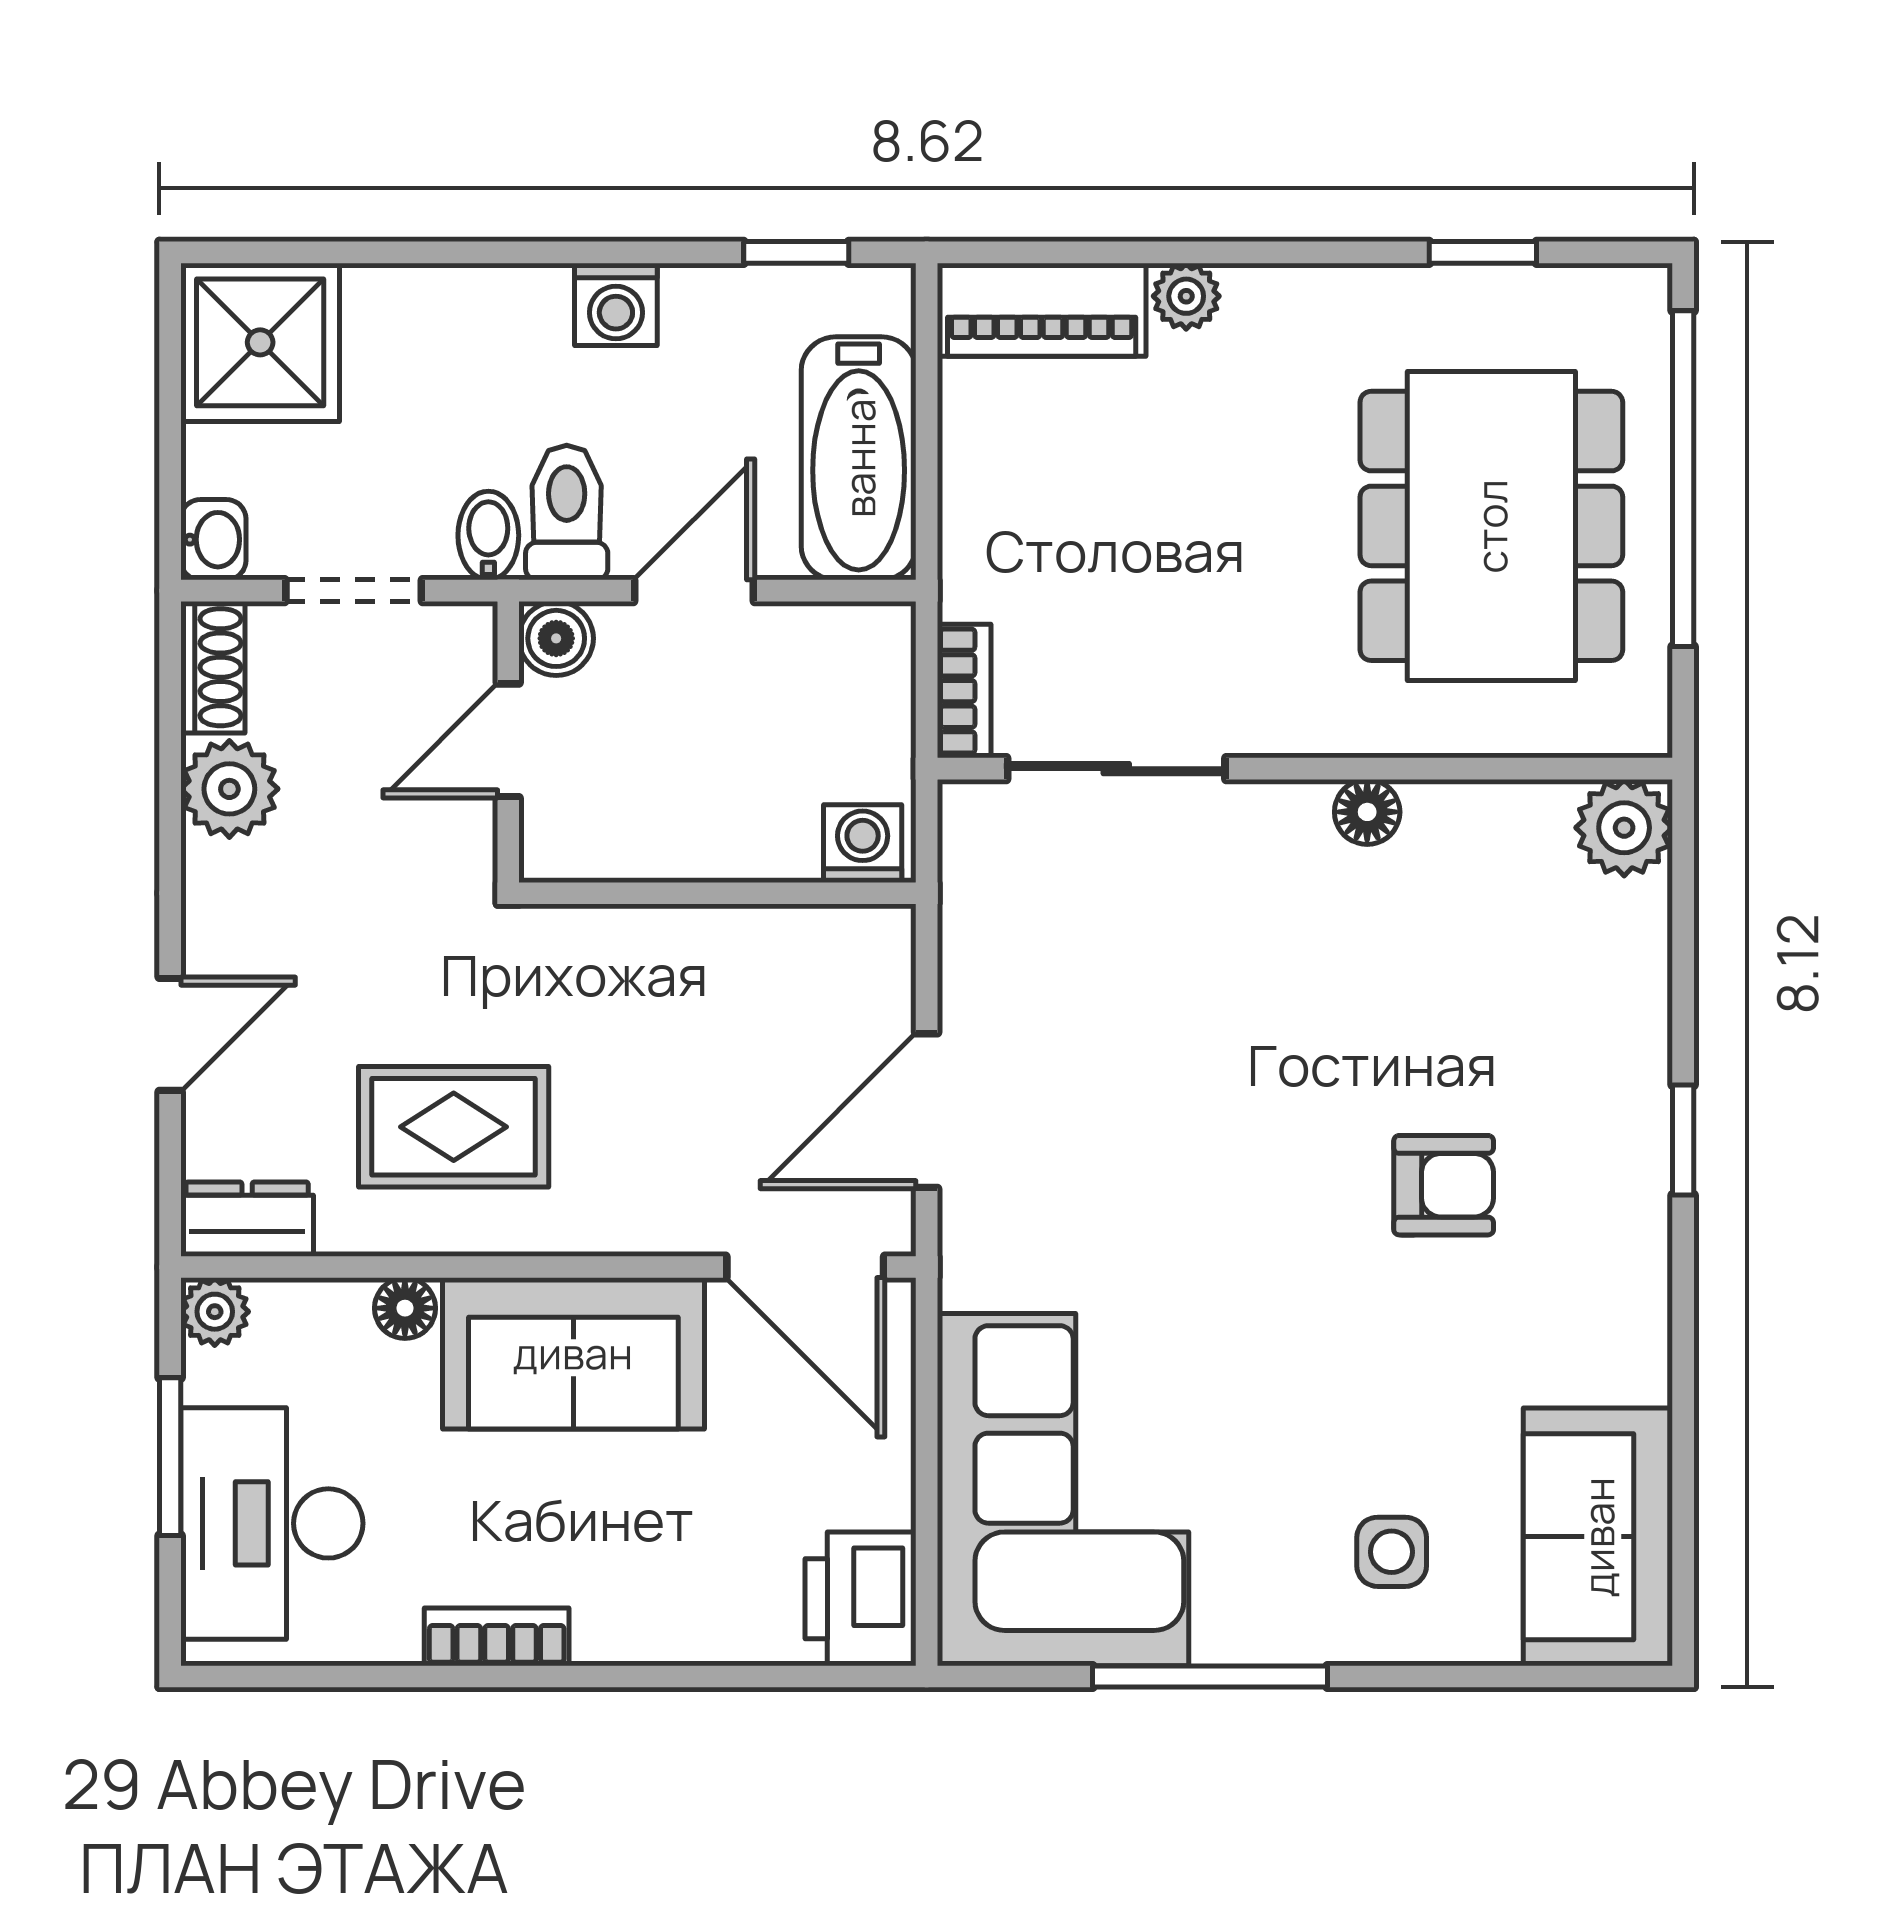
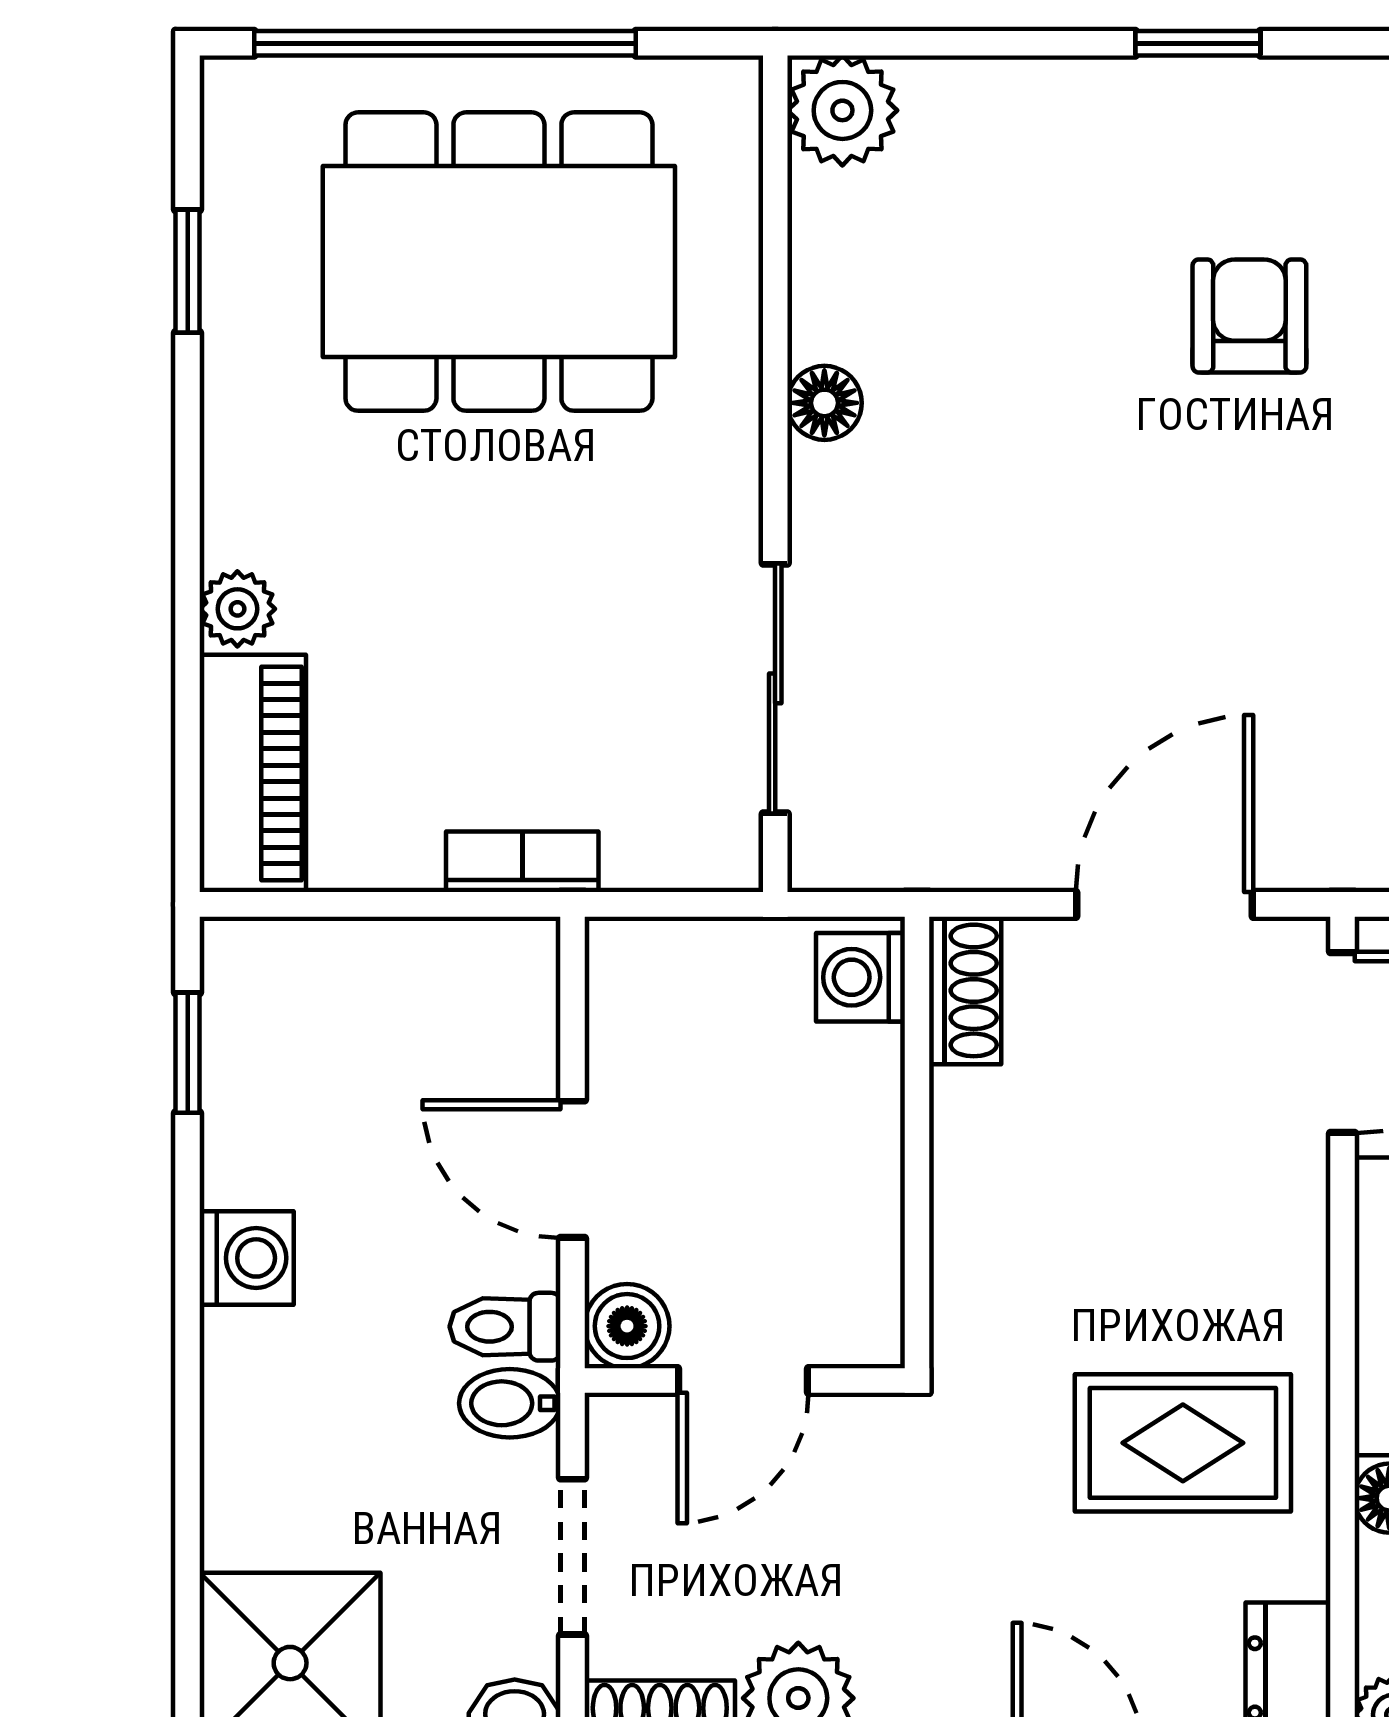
bathtub: (859, 458) -> (422, 982), removed
toilet: (567, 512) -> (505, 1327), width x0.73, depth x0.72
bookcase: (964, 691) -> (522, 862), moved
door: (508, 740) -> (743, 1381), hinge flipped
shoe rack: (851, 935) -> (965, 990), added
door: (927, 1111) -> (1165, 904), swing flipped
rug: (454, 1127) -> (1183, 1443), turned 90

